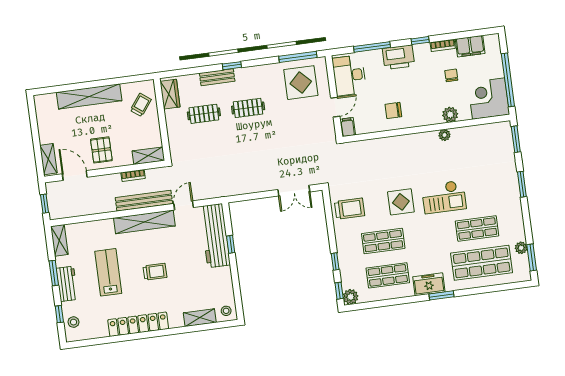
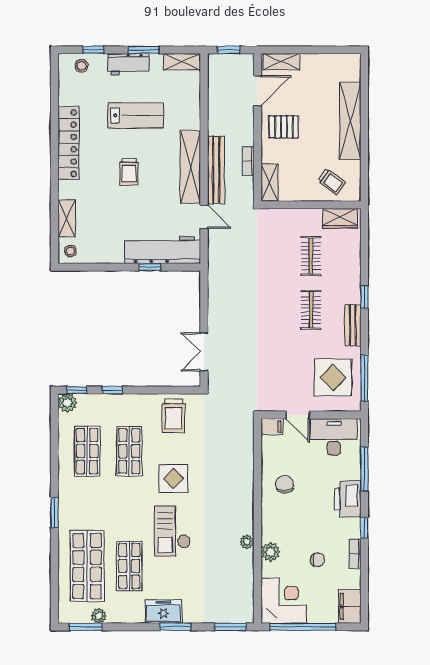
filing cabinet: (470, 46) -> (350, 606), moved
bench: (217, 77) -> (353, 325), moved
freezer: (429, 284) -> (163, 612), moved, turned -90

